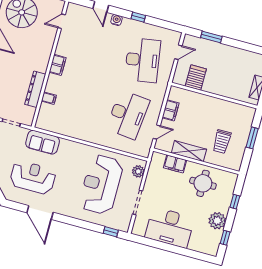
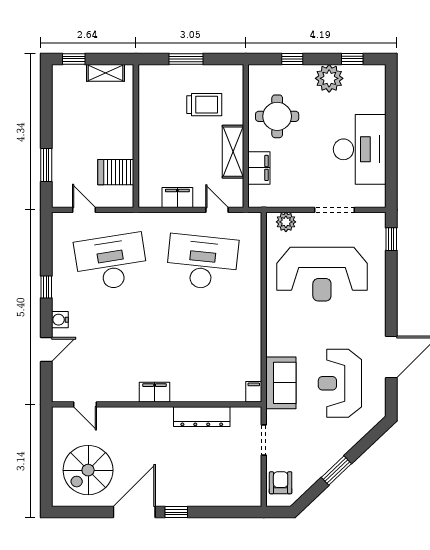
filing cabinet: (49, 98) -> (254, 392), moved

